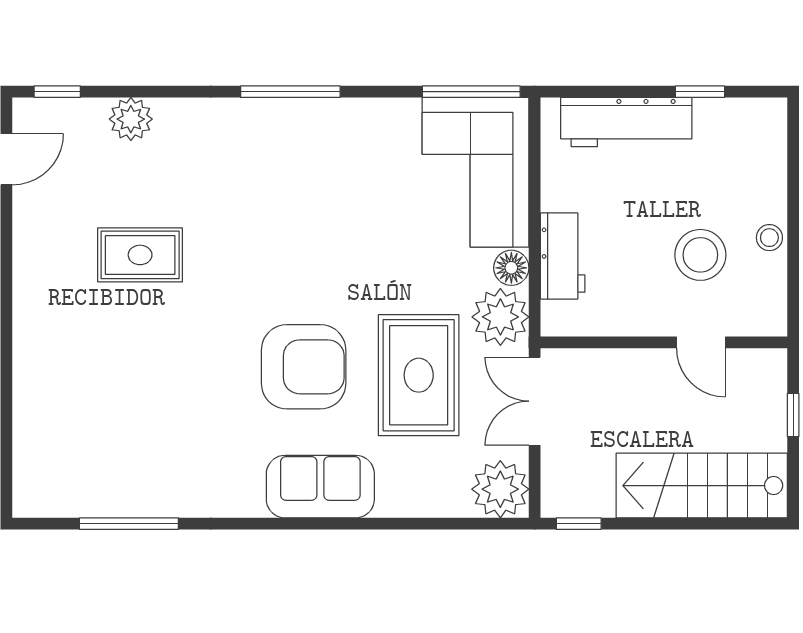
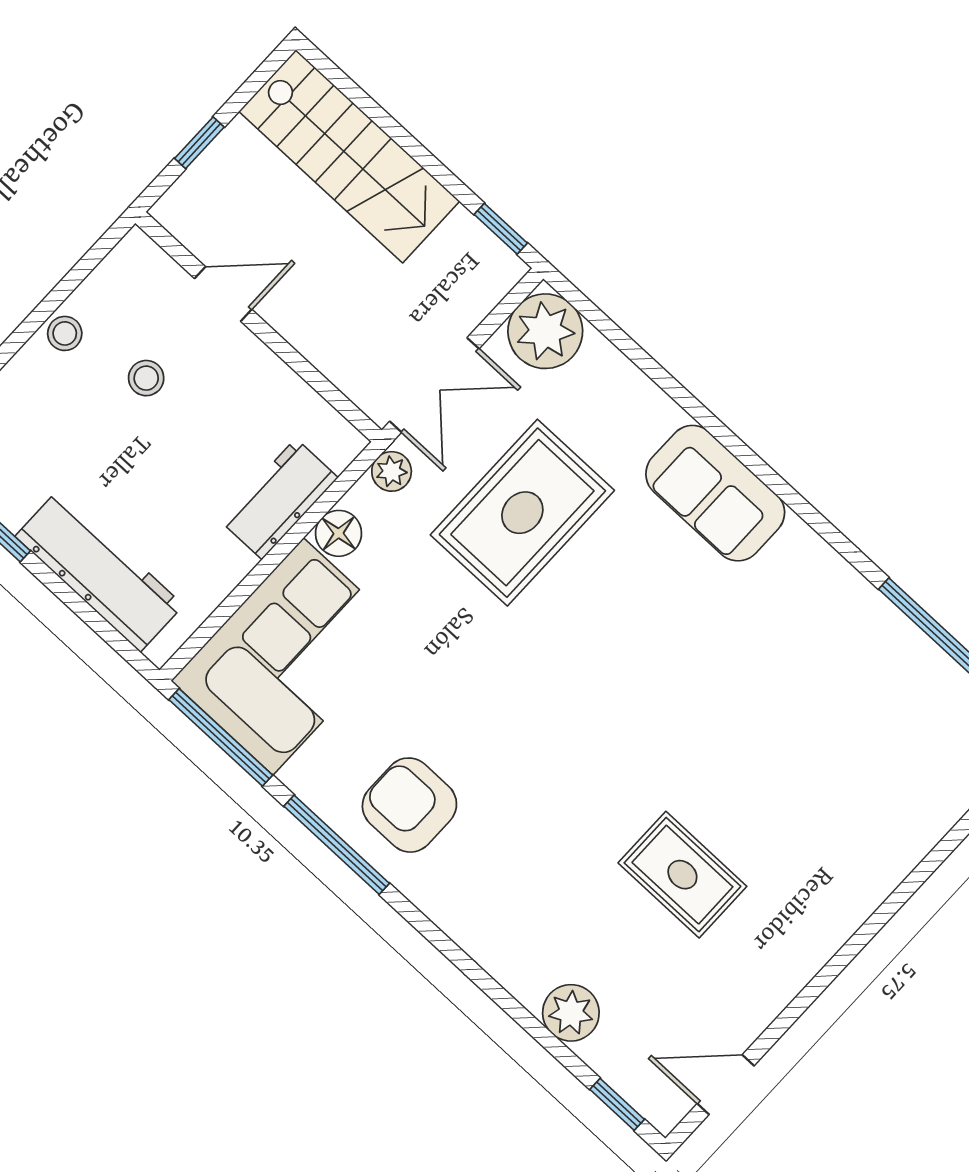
window: (290, 92) -> (337, 845), moved
stool: (700, 255) -> (146, 378), width x0.53, depth x0.53
plant: (500, 317) -> (392, 471), width x0.53, depth x0.53
door: (701, 342) -> (223, 294), hinge flipped
armchair: (304, 367) -> (409, 805), moved, width x0.73, depth x0.73

